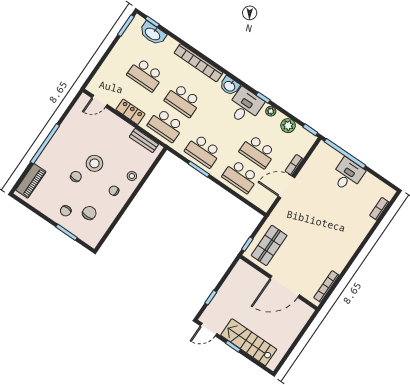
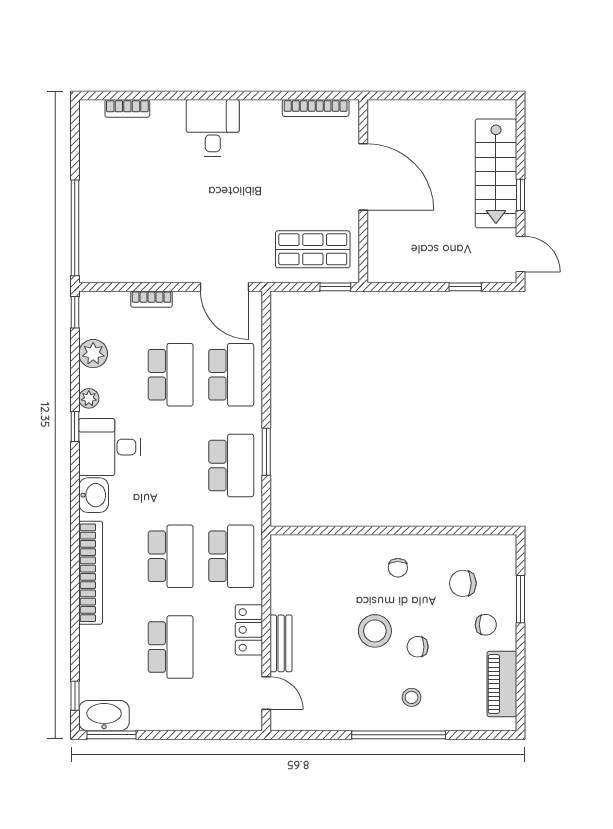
washbasin: (153, 34) -> (104, 716), moved, turned -90
bench: (144, 141) -> (281, 643), moved
desk: (348, 175) -> (213, 128), moved, turned 90
stool: (132, 176) -> (412, 697), moved
piano: (31, 181) -> (502, 684), moved, turned -90
door: (286, 187) -> (225, 287), moved

